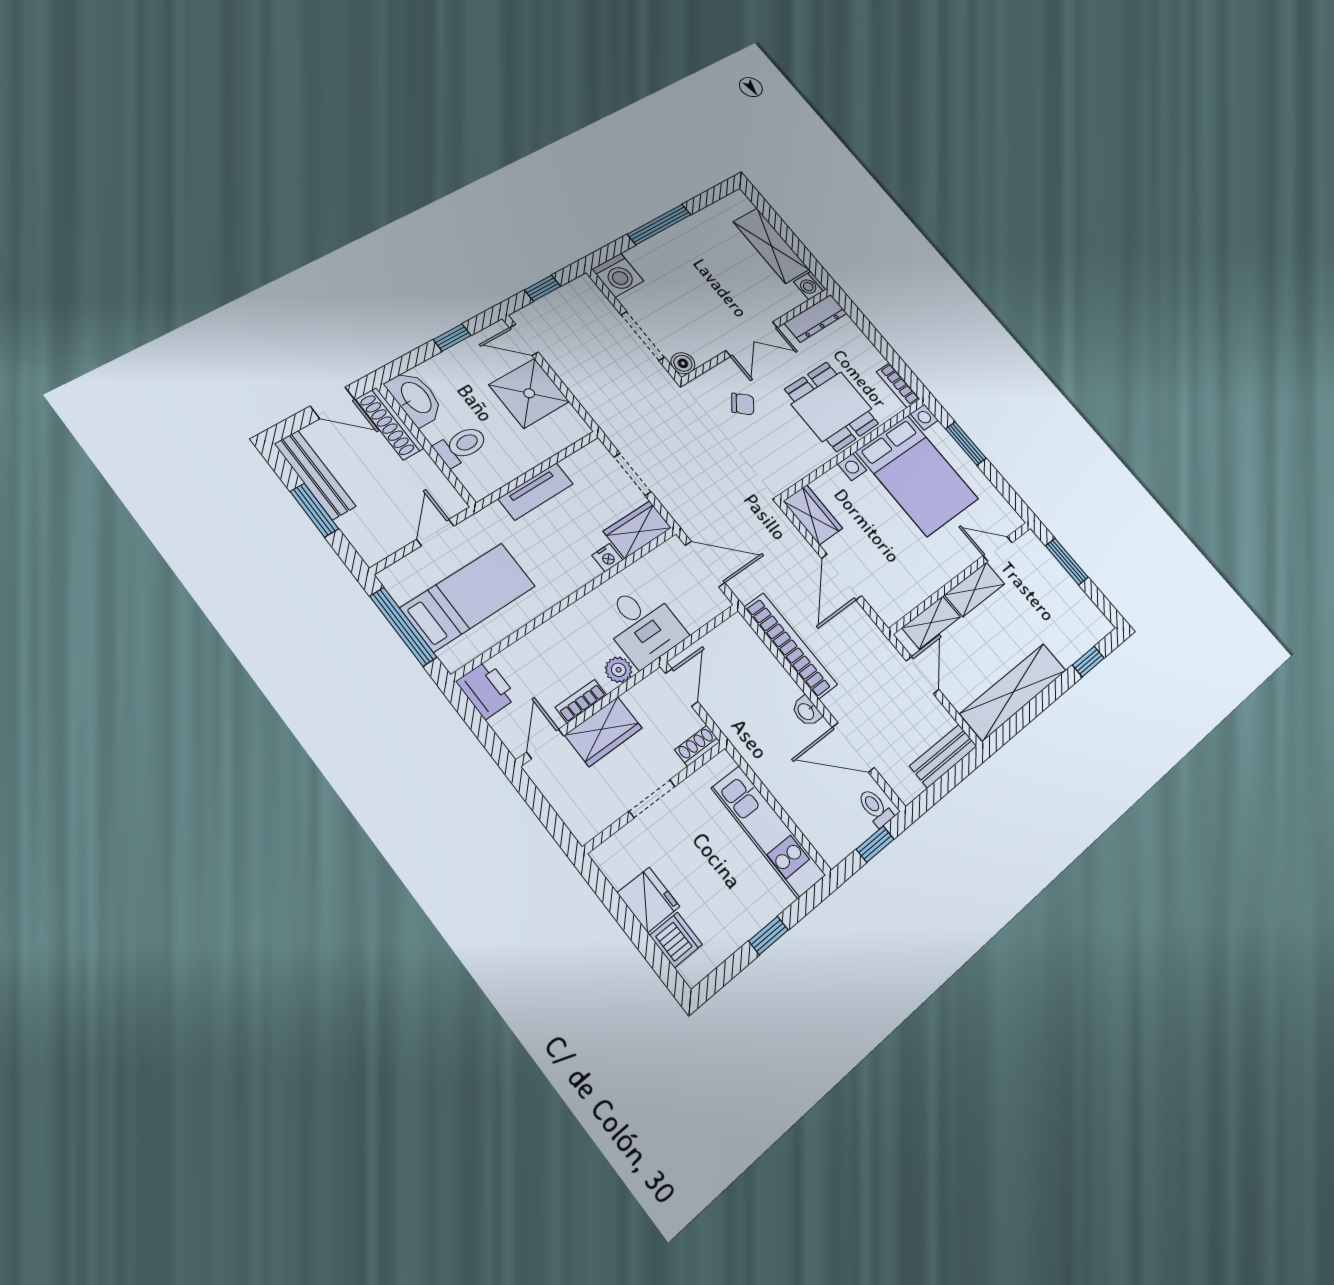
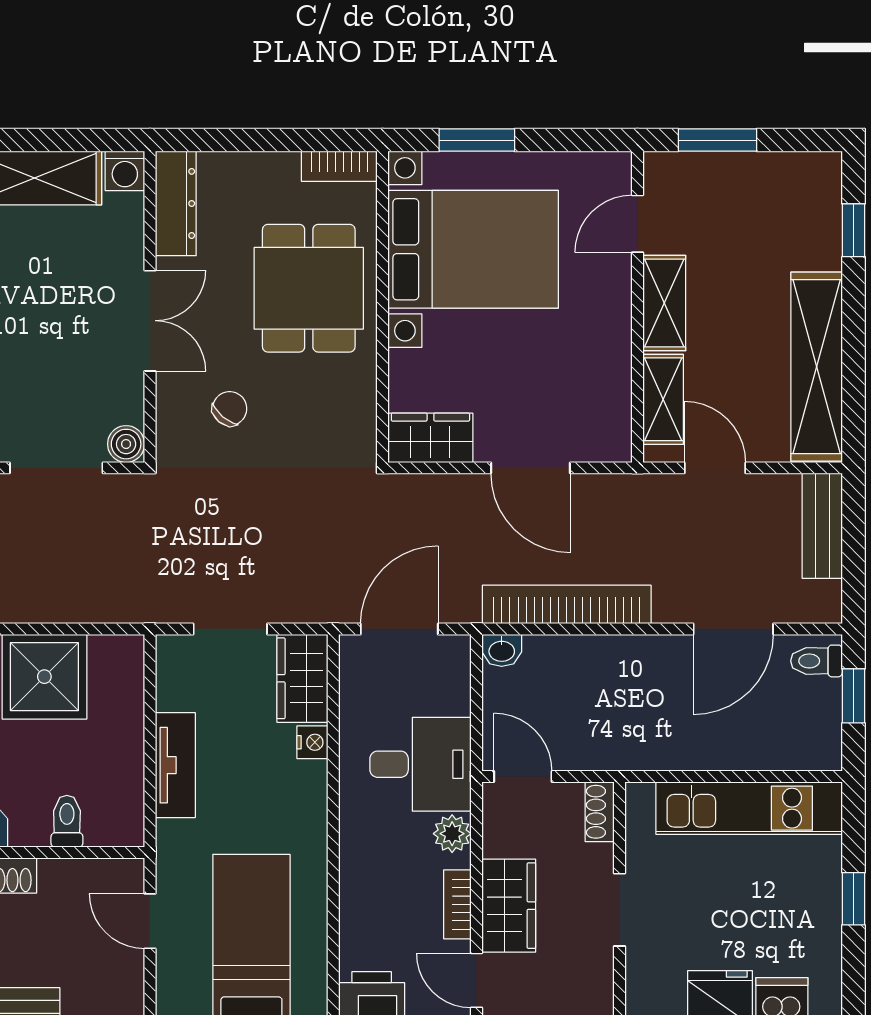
dining table: (832, 407) -> (309, 288), turned 90
toilet: (461, 446) -> (67, 821), width x0.73, depth x0.72
washbasin: (806, 711) -> (502, 650), moved

